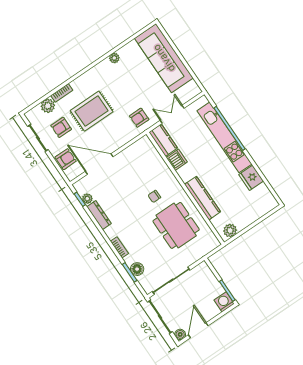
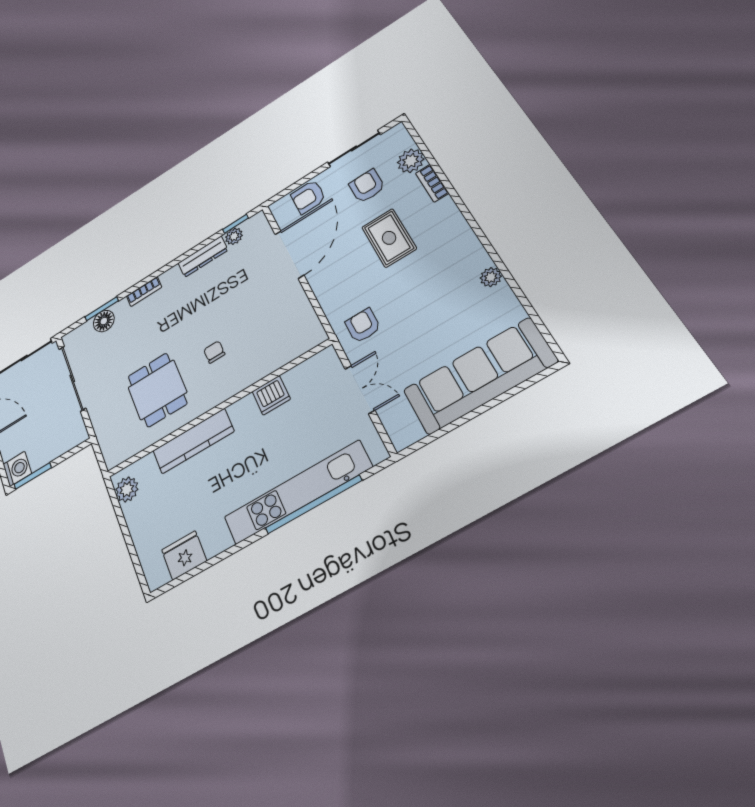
rug: (92, 111) -> (389, 238), width x0.73, depth x0.70
kitchen counter: (163, 140) -> (312, 371), removed
armchair: (66, 159) -> (308, 197), turned 90
fridge: (251, 178) -> (184, 555), moved
dining table: (176, 225) -> (157, 390), width x0.73

